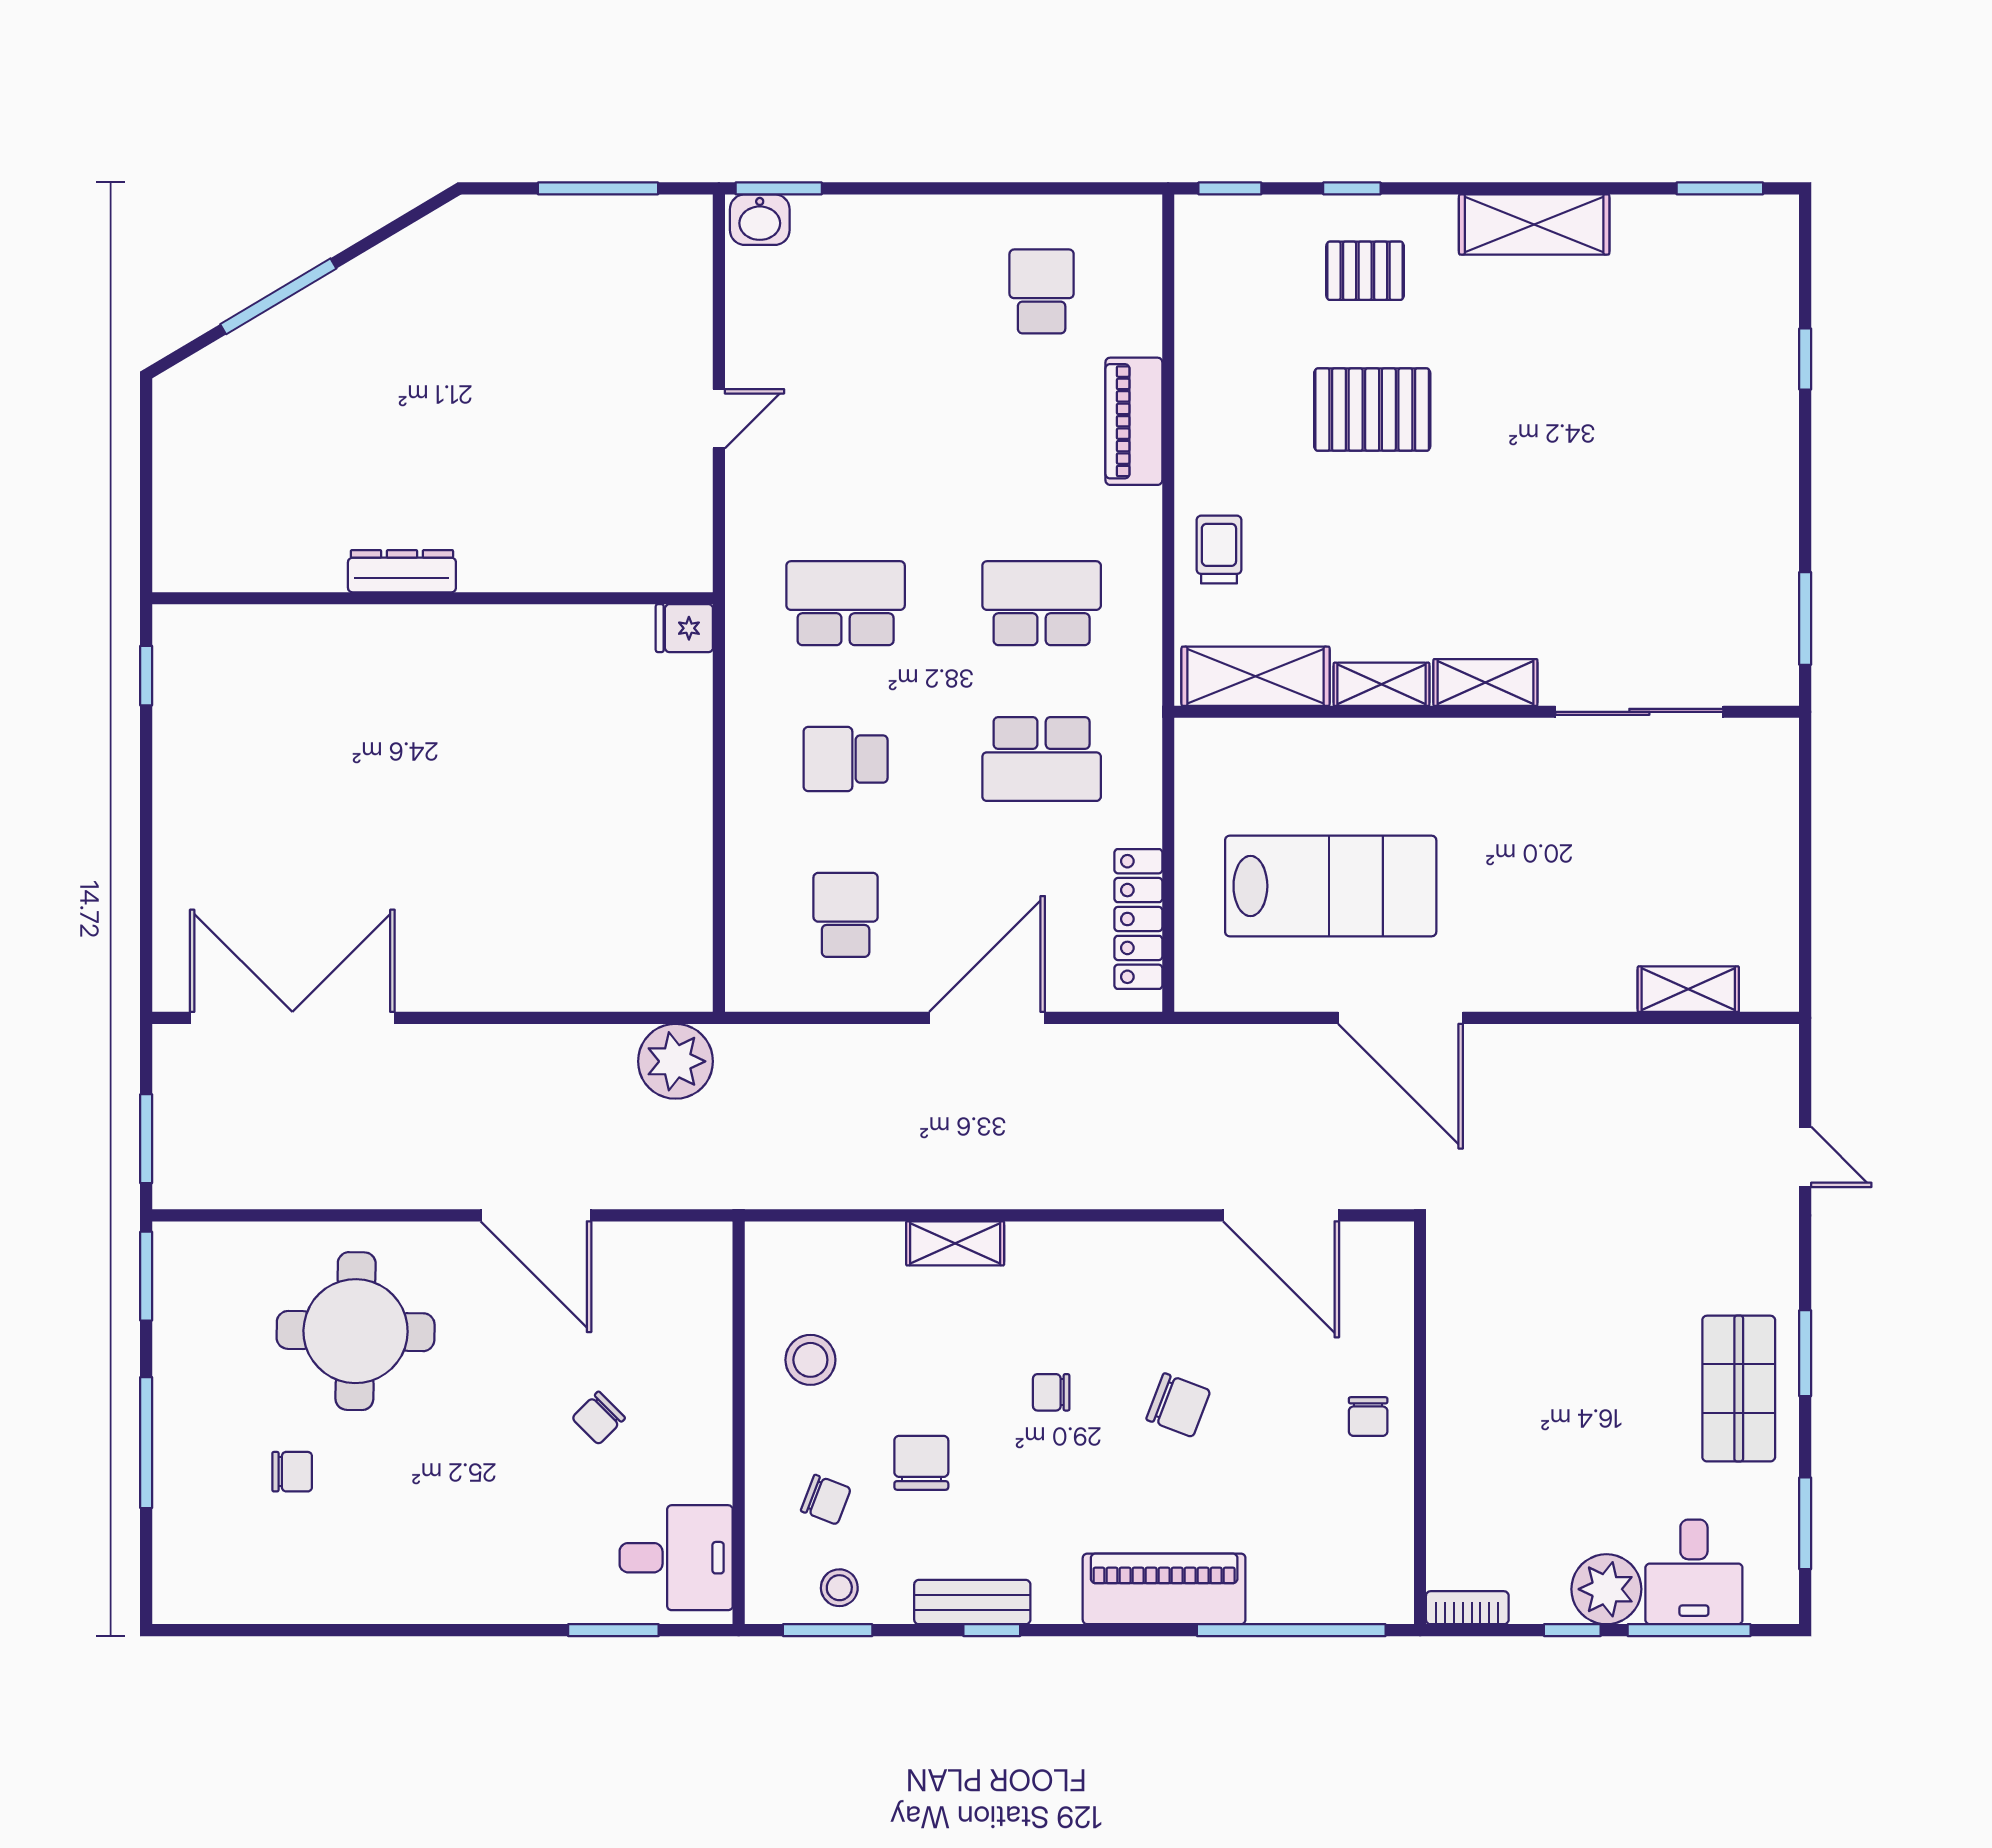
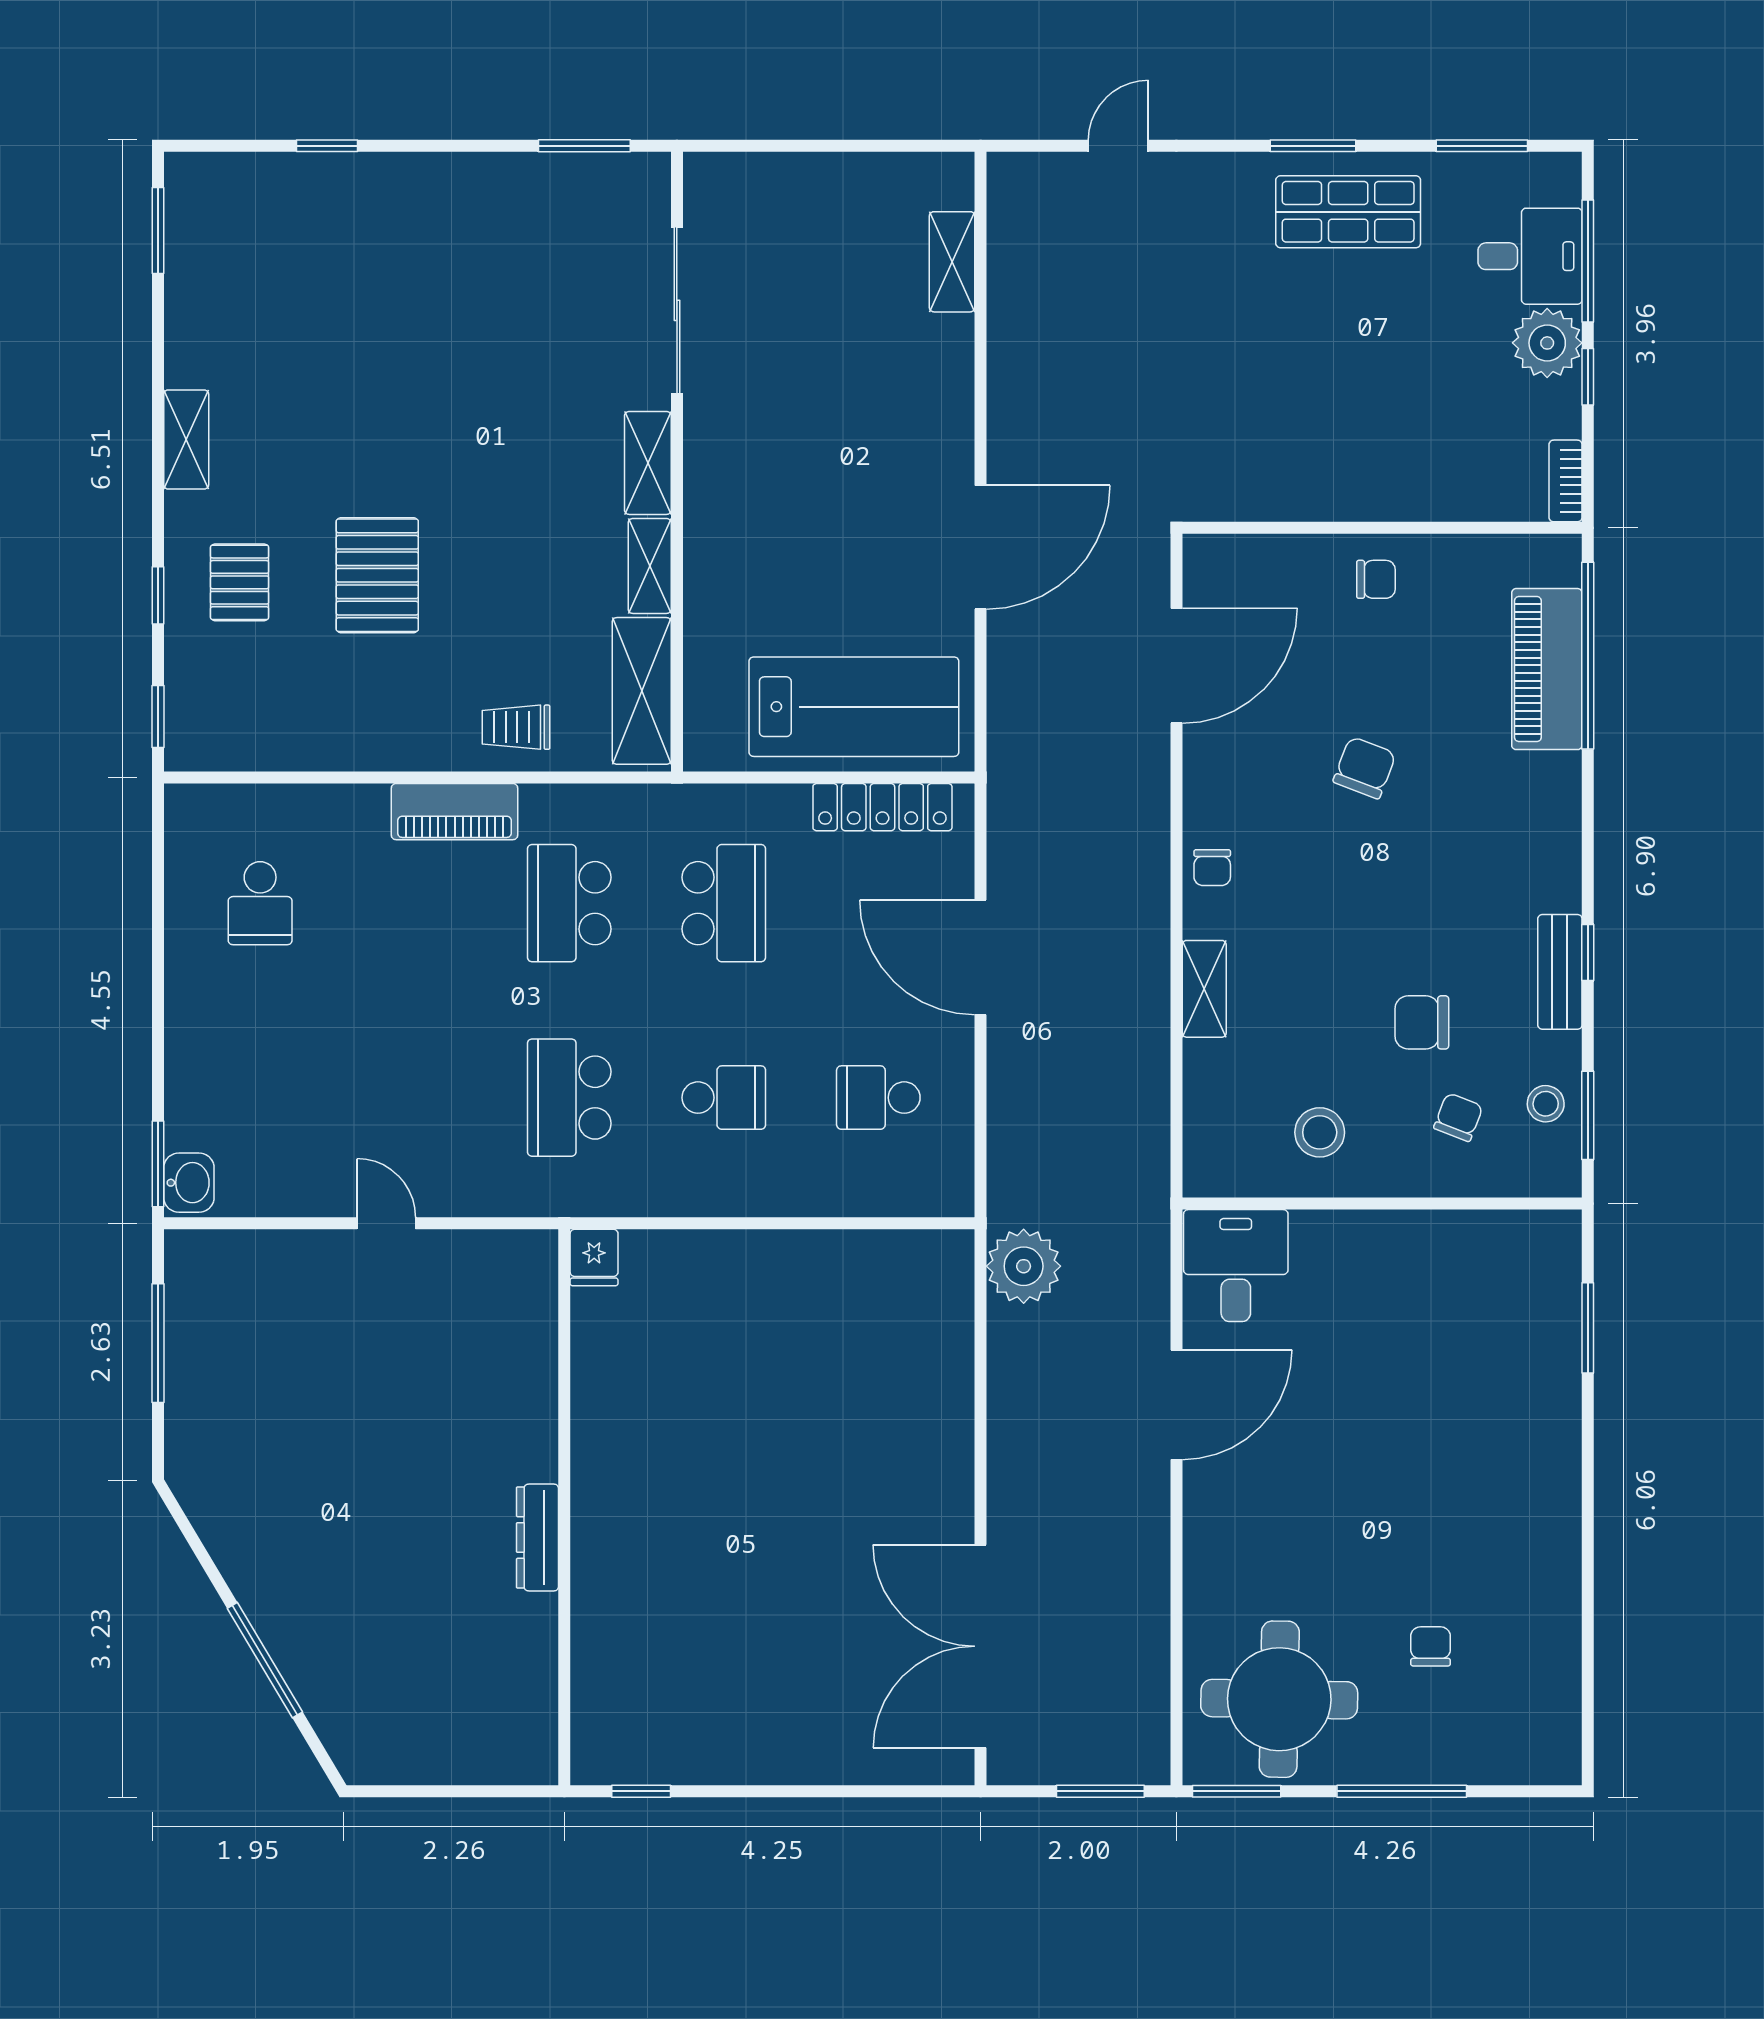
shelving: (1534, 224) -> (186, 440), width x0.67, depth x0.75
school desk: (1042, 291) -> (260, 903), turned -90
piano: (1134, 421) -> (455, 812), moved
school desk: (846, 759) -> (724, 1098), turned -90
lab bench: (1331, 886) -> (854, 707), moved, turned 90
round table: (356, 1331) -> (1279, 1699), moved
chair: (1051, 1392) -> (1212, 868), moved
chair: (598, 1418) -> (1377, 1343), removed
desk: (676, 1558) -> (1236, 1266), moved
piano: (1164, 1589) -> (1547, 669), moved

